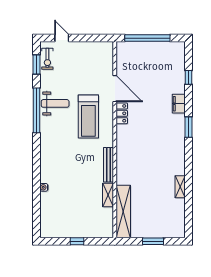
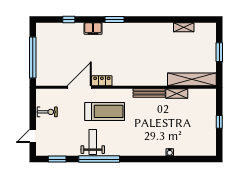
exercise bike: (47, 59) -> (47, 112), moved
shelving: (180, 187) -> (184, 27), moved

